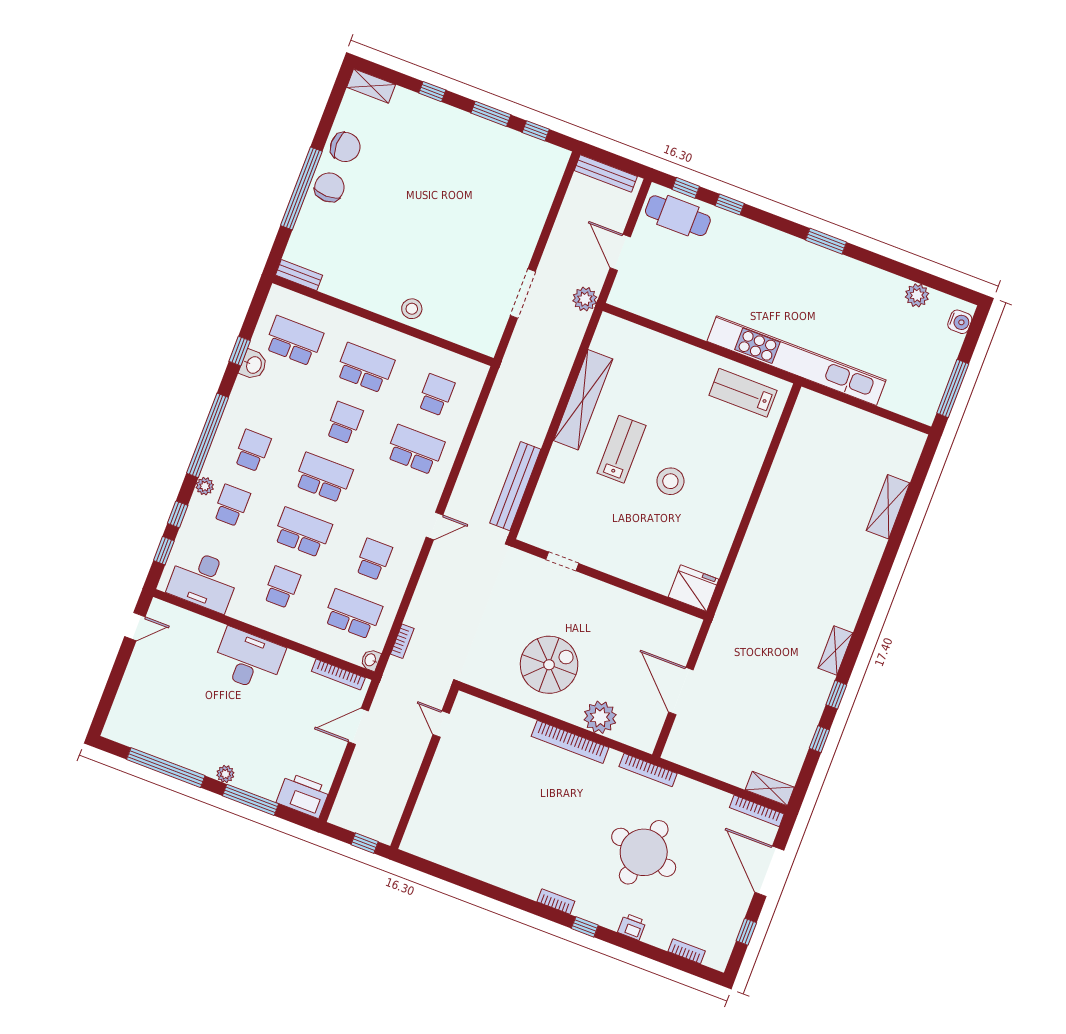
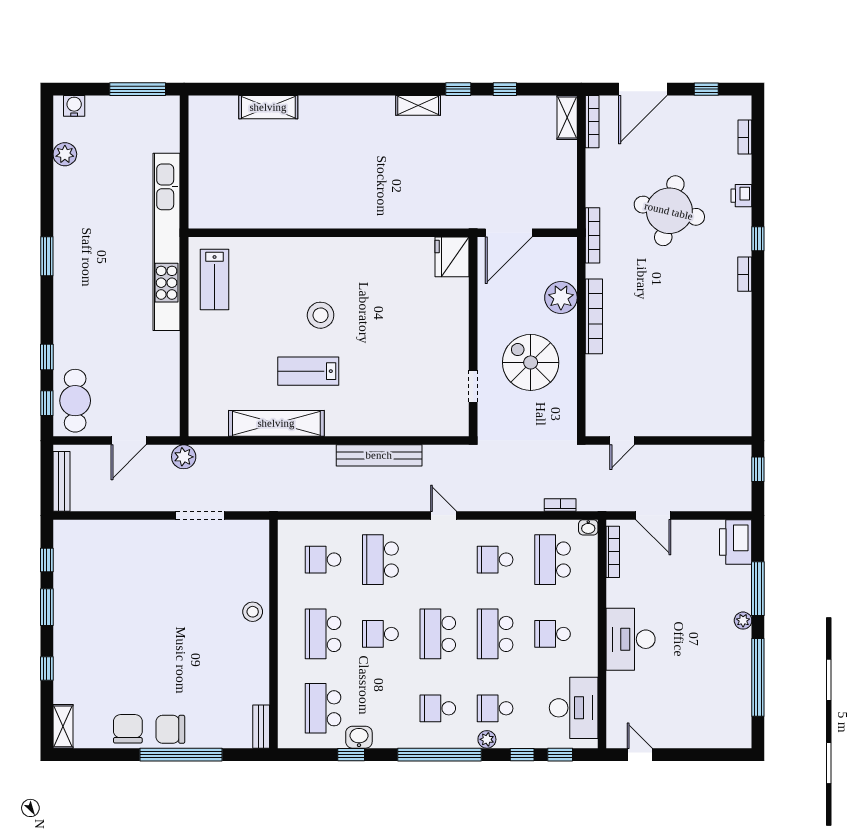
doorway: (562, 561) -> (473, 386), moved
wall: (610, 579) -> (473, 337), moved
fridge: (694, 588) -> (452, 257), moved

